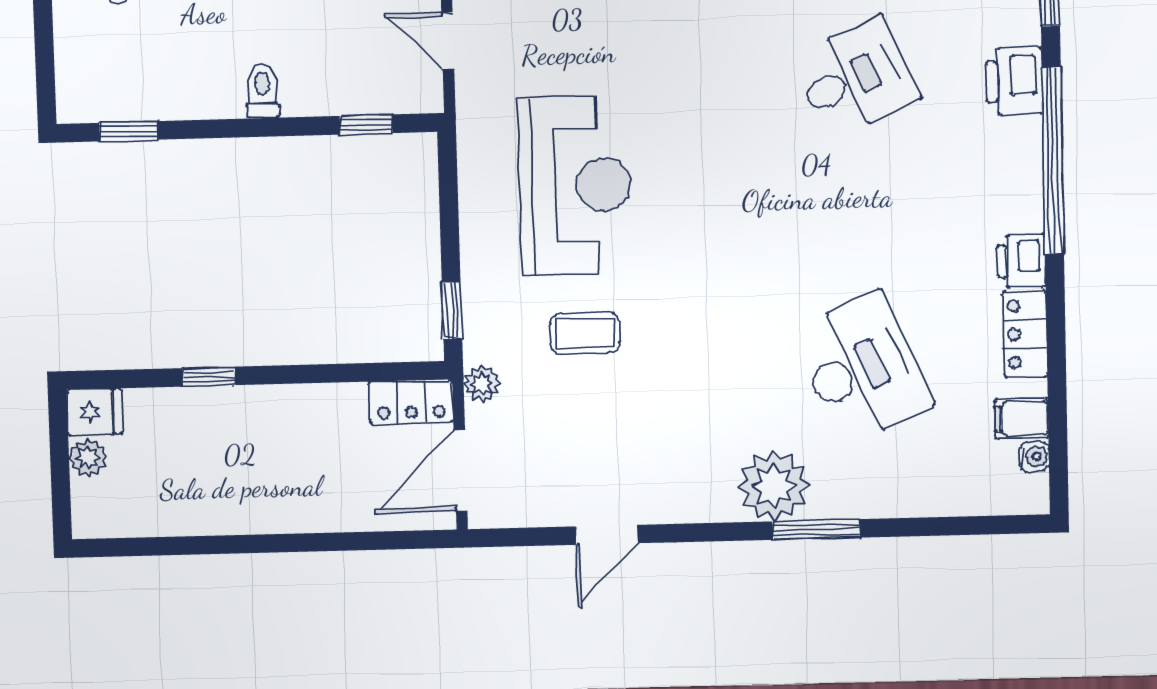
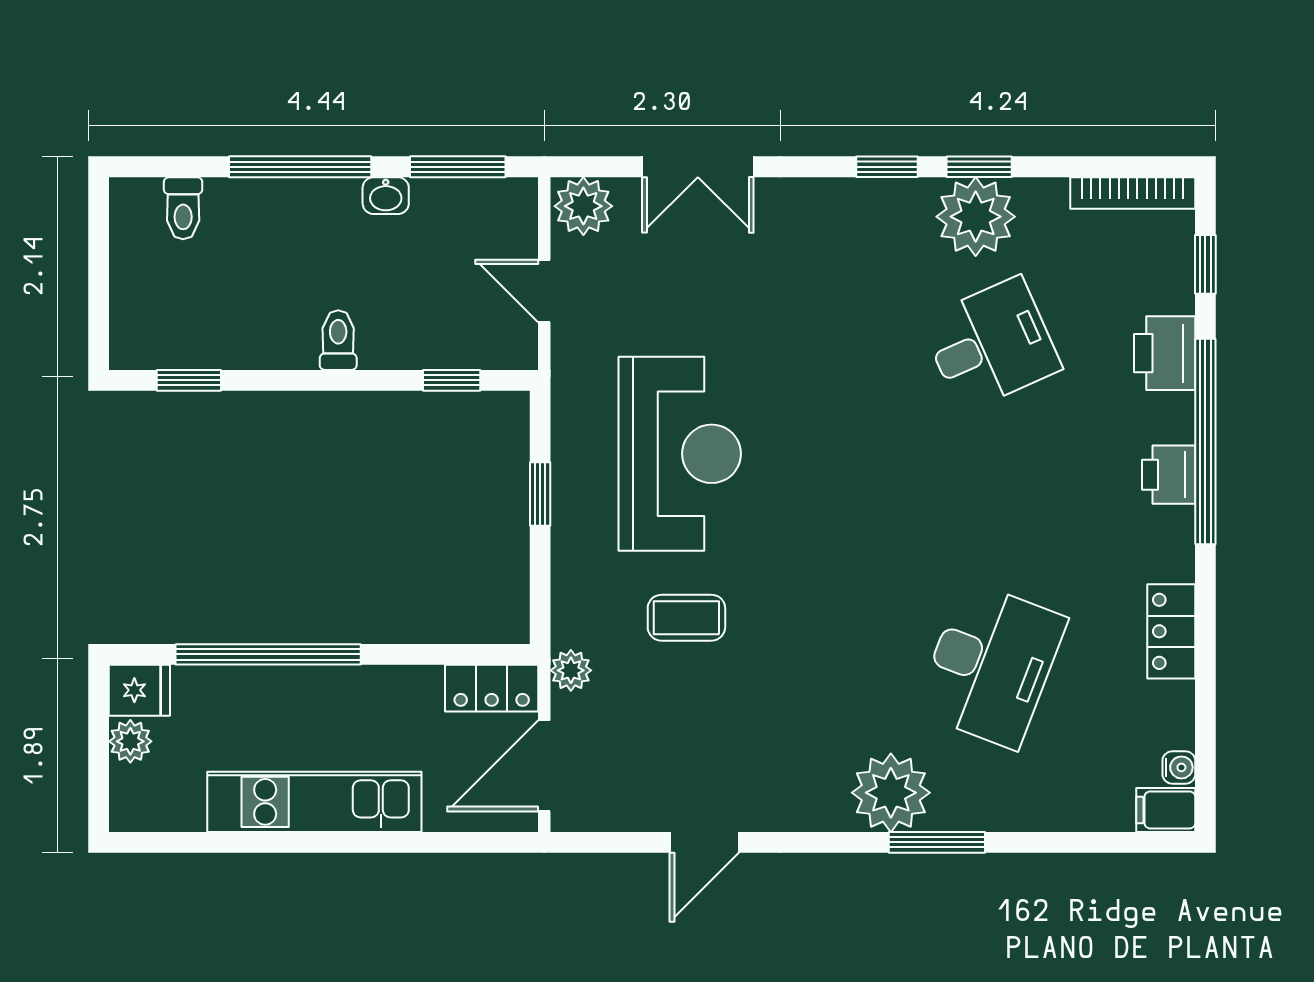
printer: (1021, 261) -> (1169, 475), moved
window: (452, 310) -> (540, 494), moved
desk: (862, 368) -> (991, 665), turned 45
window: (209, 377) -> (268, 654), width x3.17
filing cabinet: (1022, 419) -> (1166, 810), moved
kitchen unit: (255, 508) -> (314, 802), added

